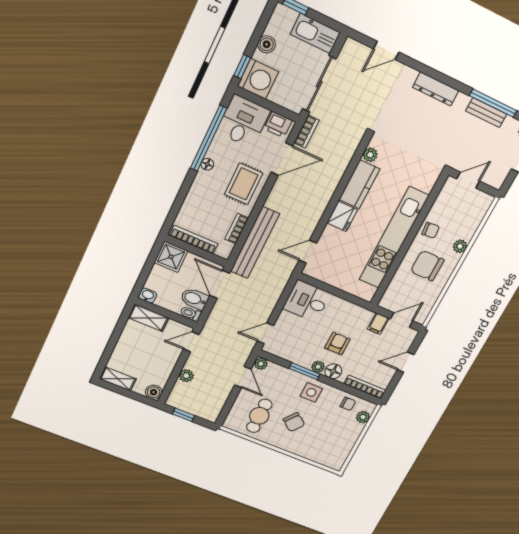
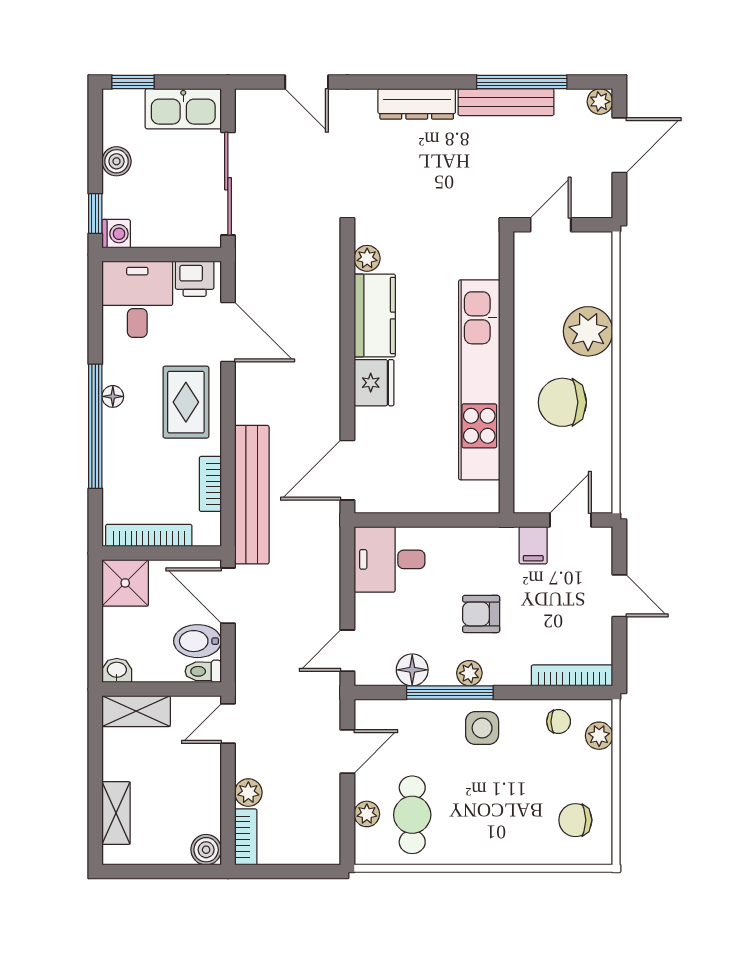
door: (386, 50) -> (307, 82), hinge flipped
washing machine: (258, 79) -> (116, 234), width x0.53, depth x0.53
bench: (486, 113) -> (506, 102), width x1.36
bookcase: (307, 132) -> (246, 837), moved
window: (208, 138) -> (95, 426), moved
door: (282, 159) -> (228, 332), hinge flipped
chair: (431, 230) -> (535, 338), removed
plant: (460, 246) -> (588, 331), width x1.87, depth x1.87
door: (308, 252) -> (347, 470), width x1.38
armchair: (337, 343) -> (481, 614), turned -90
door: (405, 362) -> (619, 596), swing flipped
plant: (261, 364) -> (367, 814), moved
window: (304, 371) -> (450, 692), width x1.44
floor lamp: (333, 371) -> (412, 670), moved
door: (243, 377) -> (347, 752), hinge flipped
shelving: (118, 379) -> (116, 813), moved, turned 90
window: (183, 415) -> (278, 872), removed
chair: (294, 422) -> (575, 820), moved, turned 142

